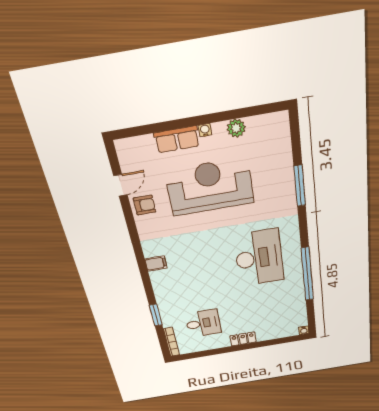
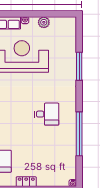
desk: (259, 258) -> (47, 114), width x0.53, depth x0.77

